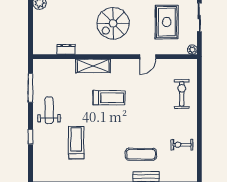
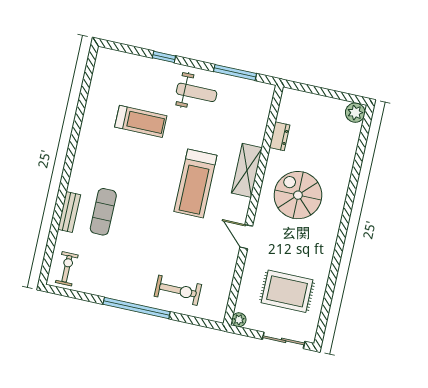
spiral stairs: (113, 23) -> (298, 195), moved
door: (148, 57) -> (246, 237), moved
treadmill: (109, 98) -> (195, 183), width x1.37, depth x1.38
window: (199, 118) -> (137, 308), added
exercise bike: (182, 145) -> (67, 269), moved

